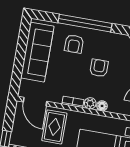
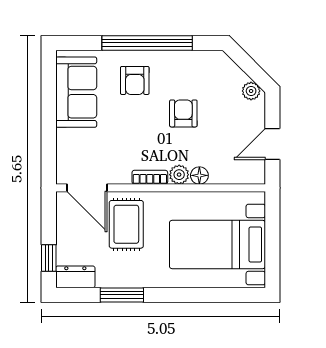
sofa: (37, 52) -> (76, 92), width x0.73

